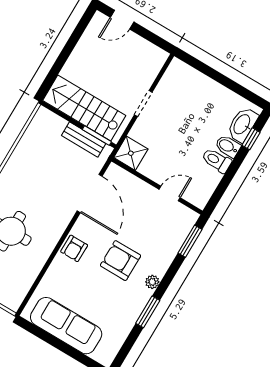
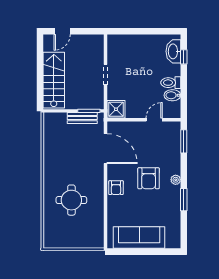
stairs: (84, 108) -> (54, 80), moved, turned 90
bidet: (228, 146) -> (172, 95), moved
armchair: (120, 261) -> (149, 178), turned -90

